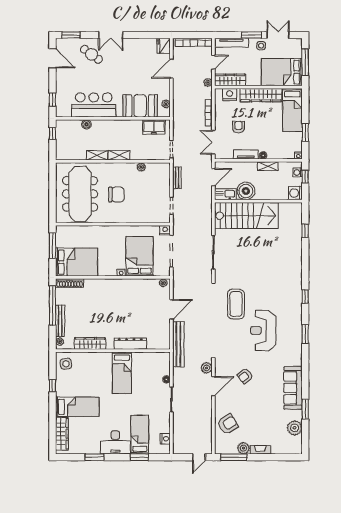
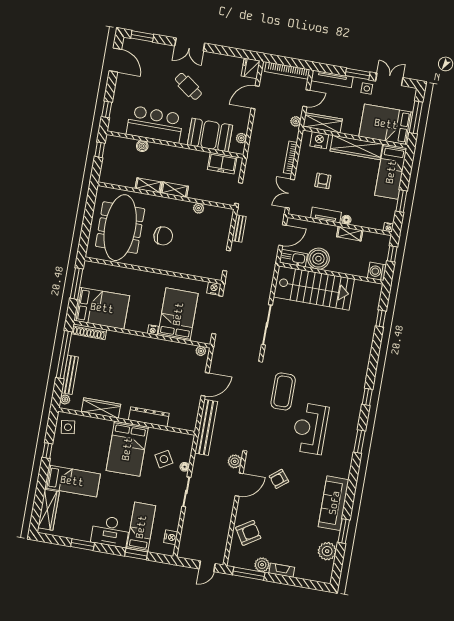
cafe table: (91, 54) -> (188, 86), moved
washing machine: (298, 172) -> (384, 247), removed
bed: (122, 373) -> (127, 449), width x1.50
side table: (149, 376) -> (164, 459), added

